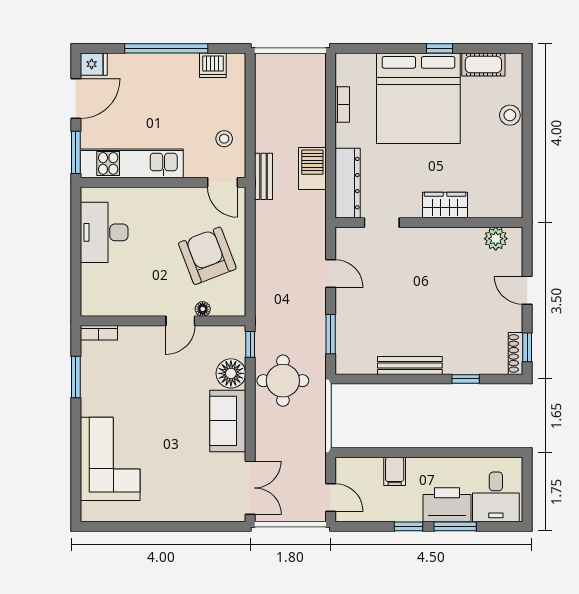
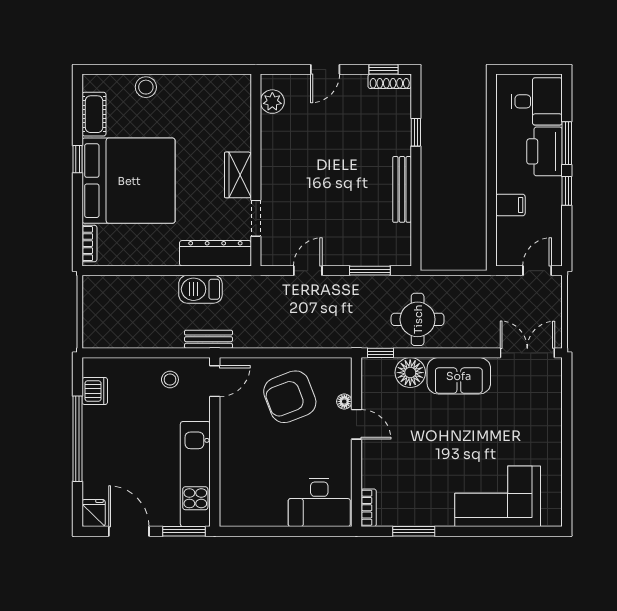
bookcase: (342, 104) -> (89, 244), moved, turned 90
wardrobe: (445, 205) -> (238, 175), moved
desk: (104, 232) -> (319, 502), moved

